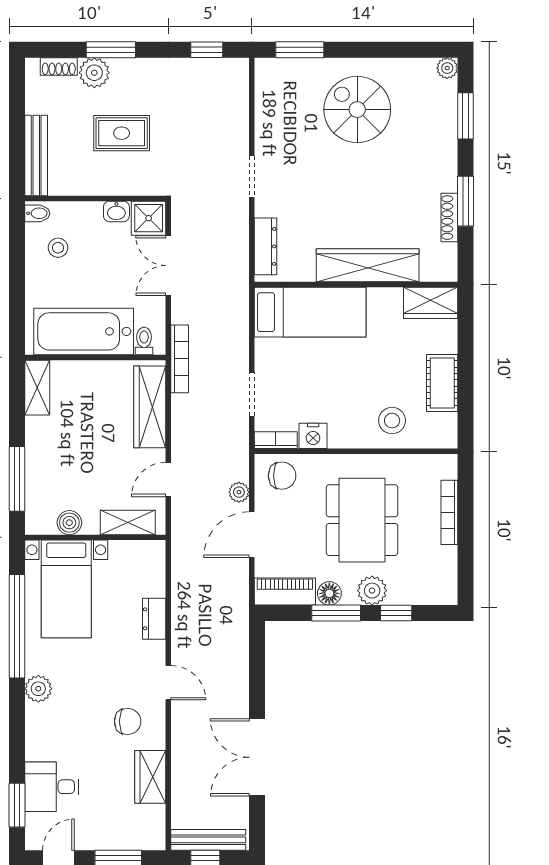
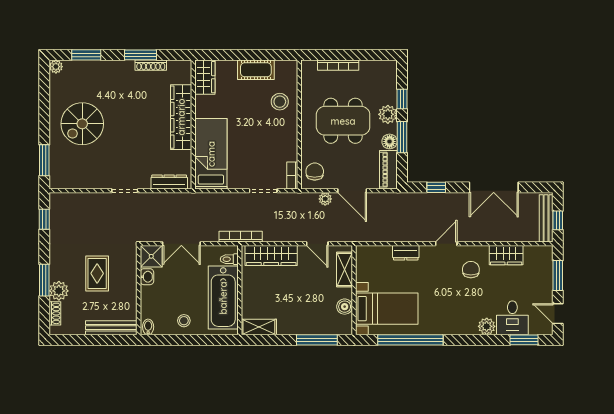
stool: (58, 248) -> (184, 321), moved
nightstand: (313, 436) -> (290, 152), removed
window: (257, 667) -> (436, 187), added
plant: (38, 689) -> (487, 326), moved

